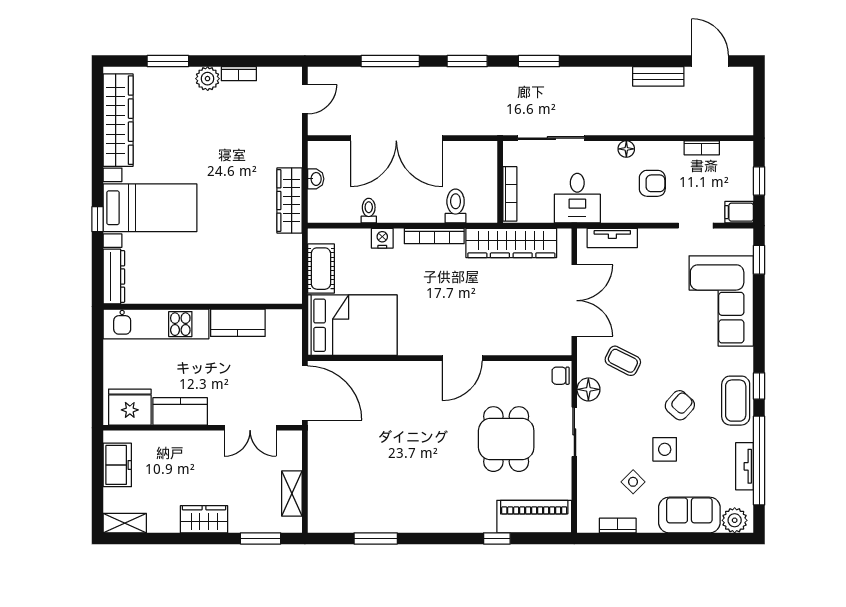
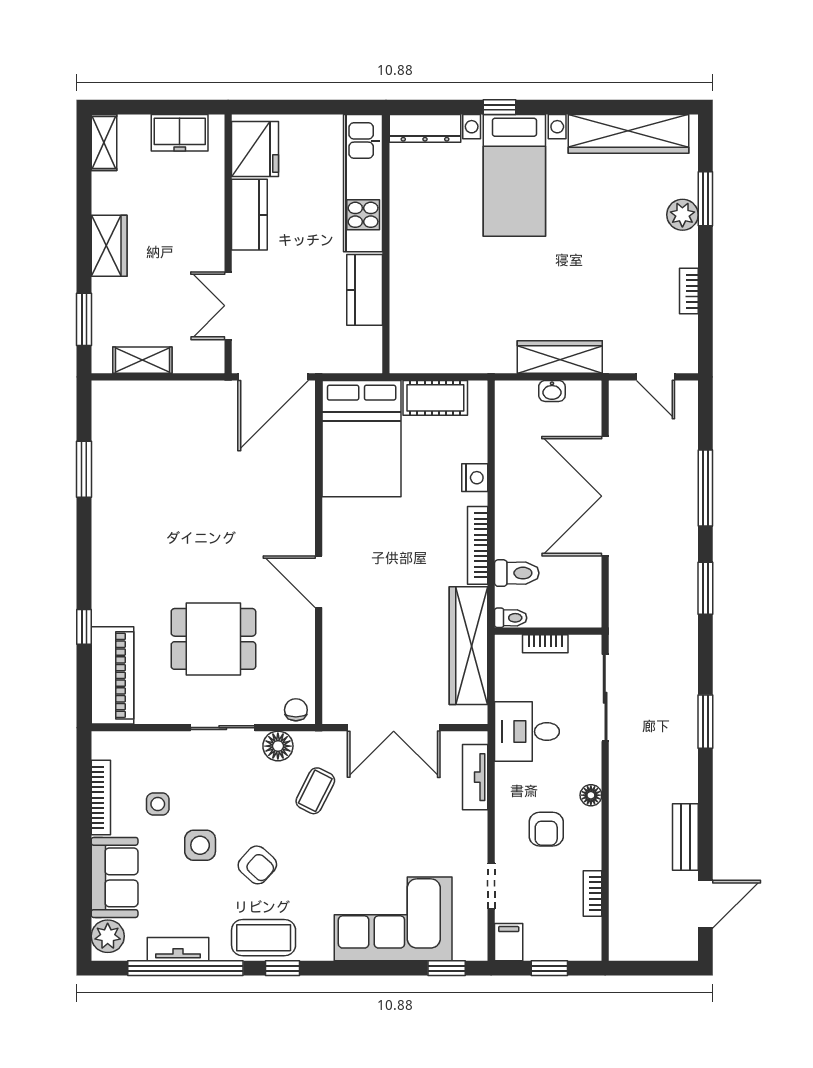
window: (539, 61) -> (705, 722), moved
plant: (208, 79) -> (682, 215), moved
bookcase: (510, 194) -> (545, 644), width x0.64
wardrobe: (290, 201) -> (560, 357), moved
toilet: (369, 211) -> (511, 618), moved
side table: (633, 482) -> (158, 804), turned 45
bookcase: (618, 525) -> (101, 798), width x1.56

